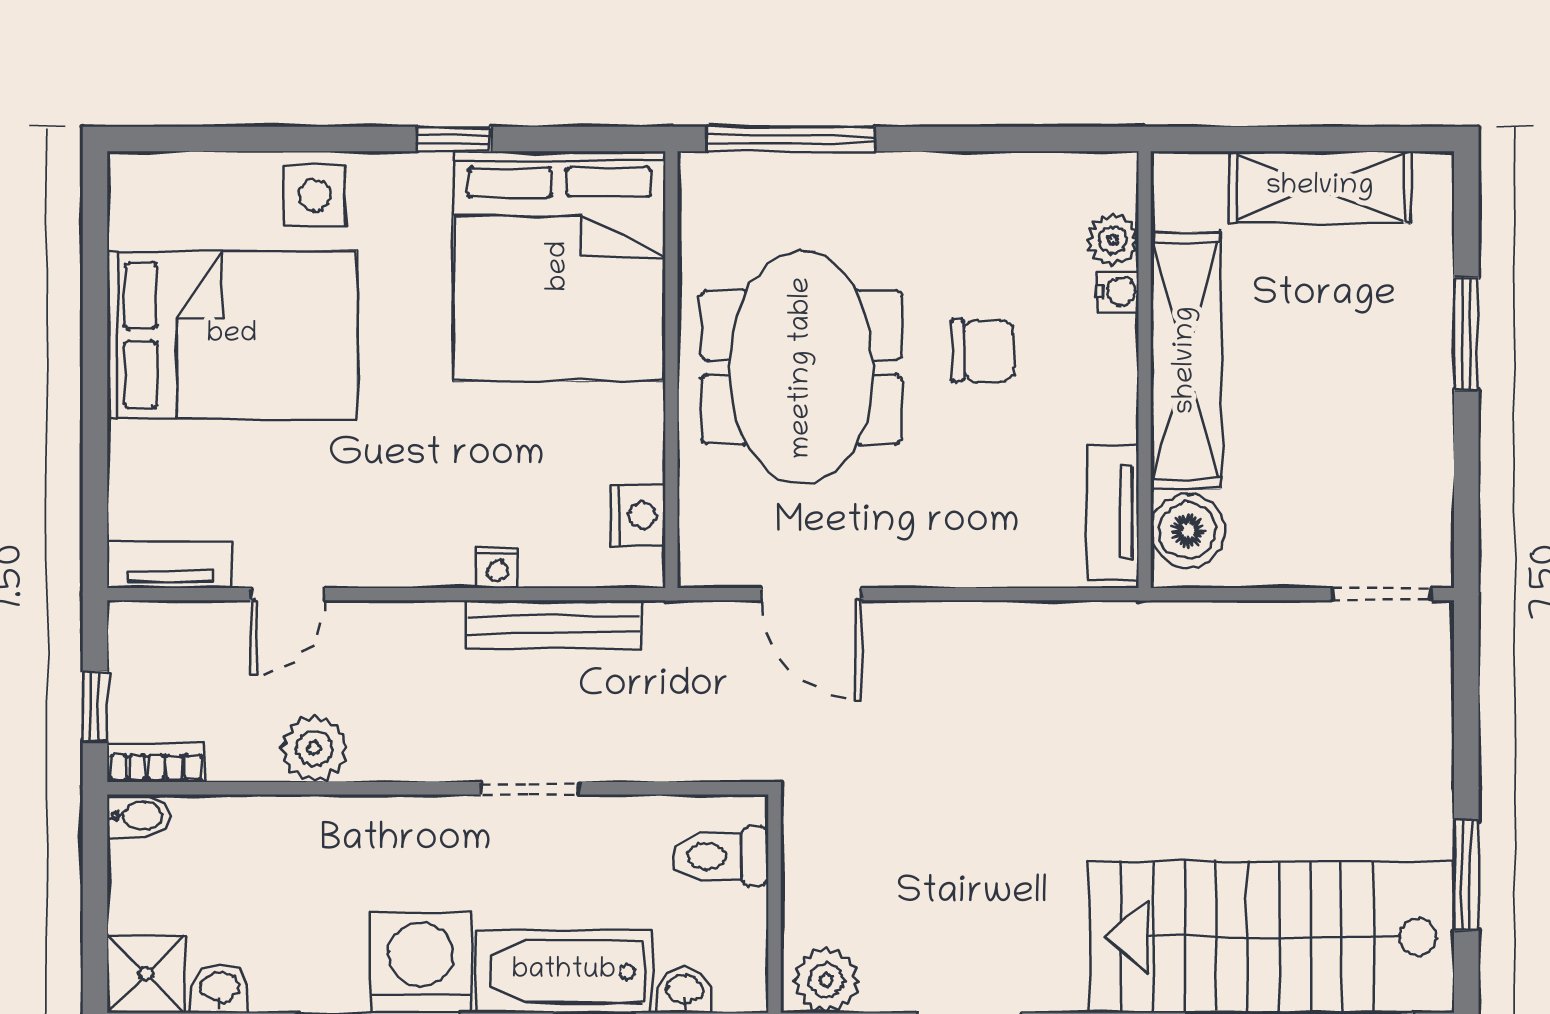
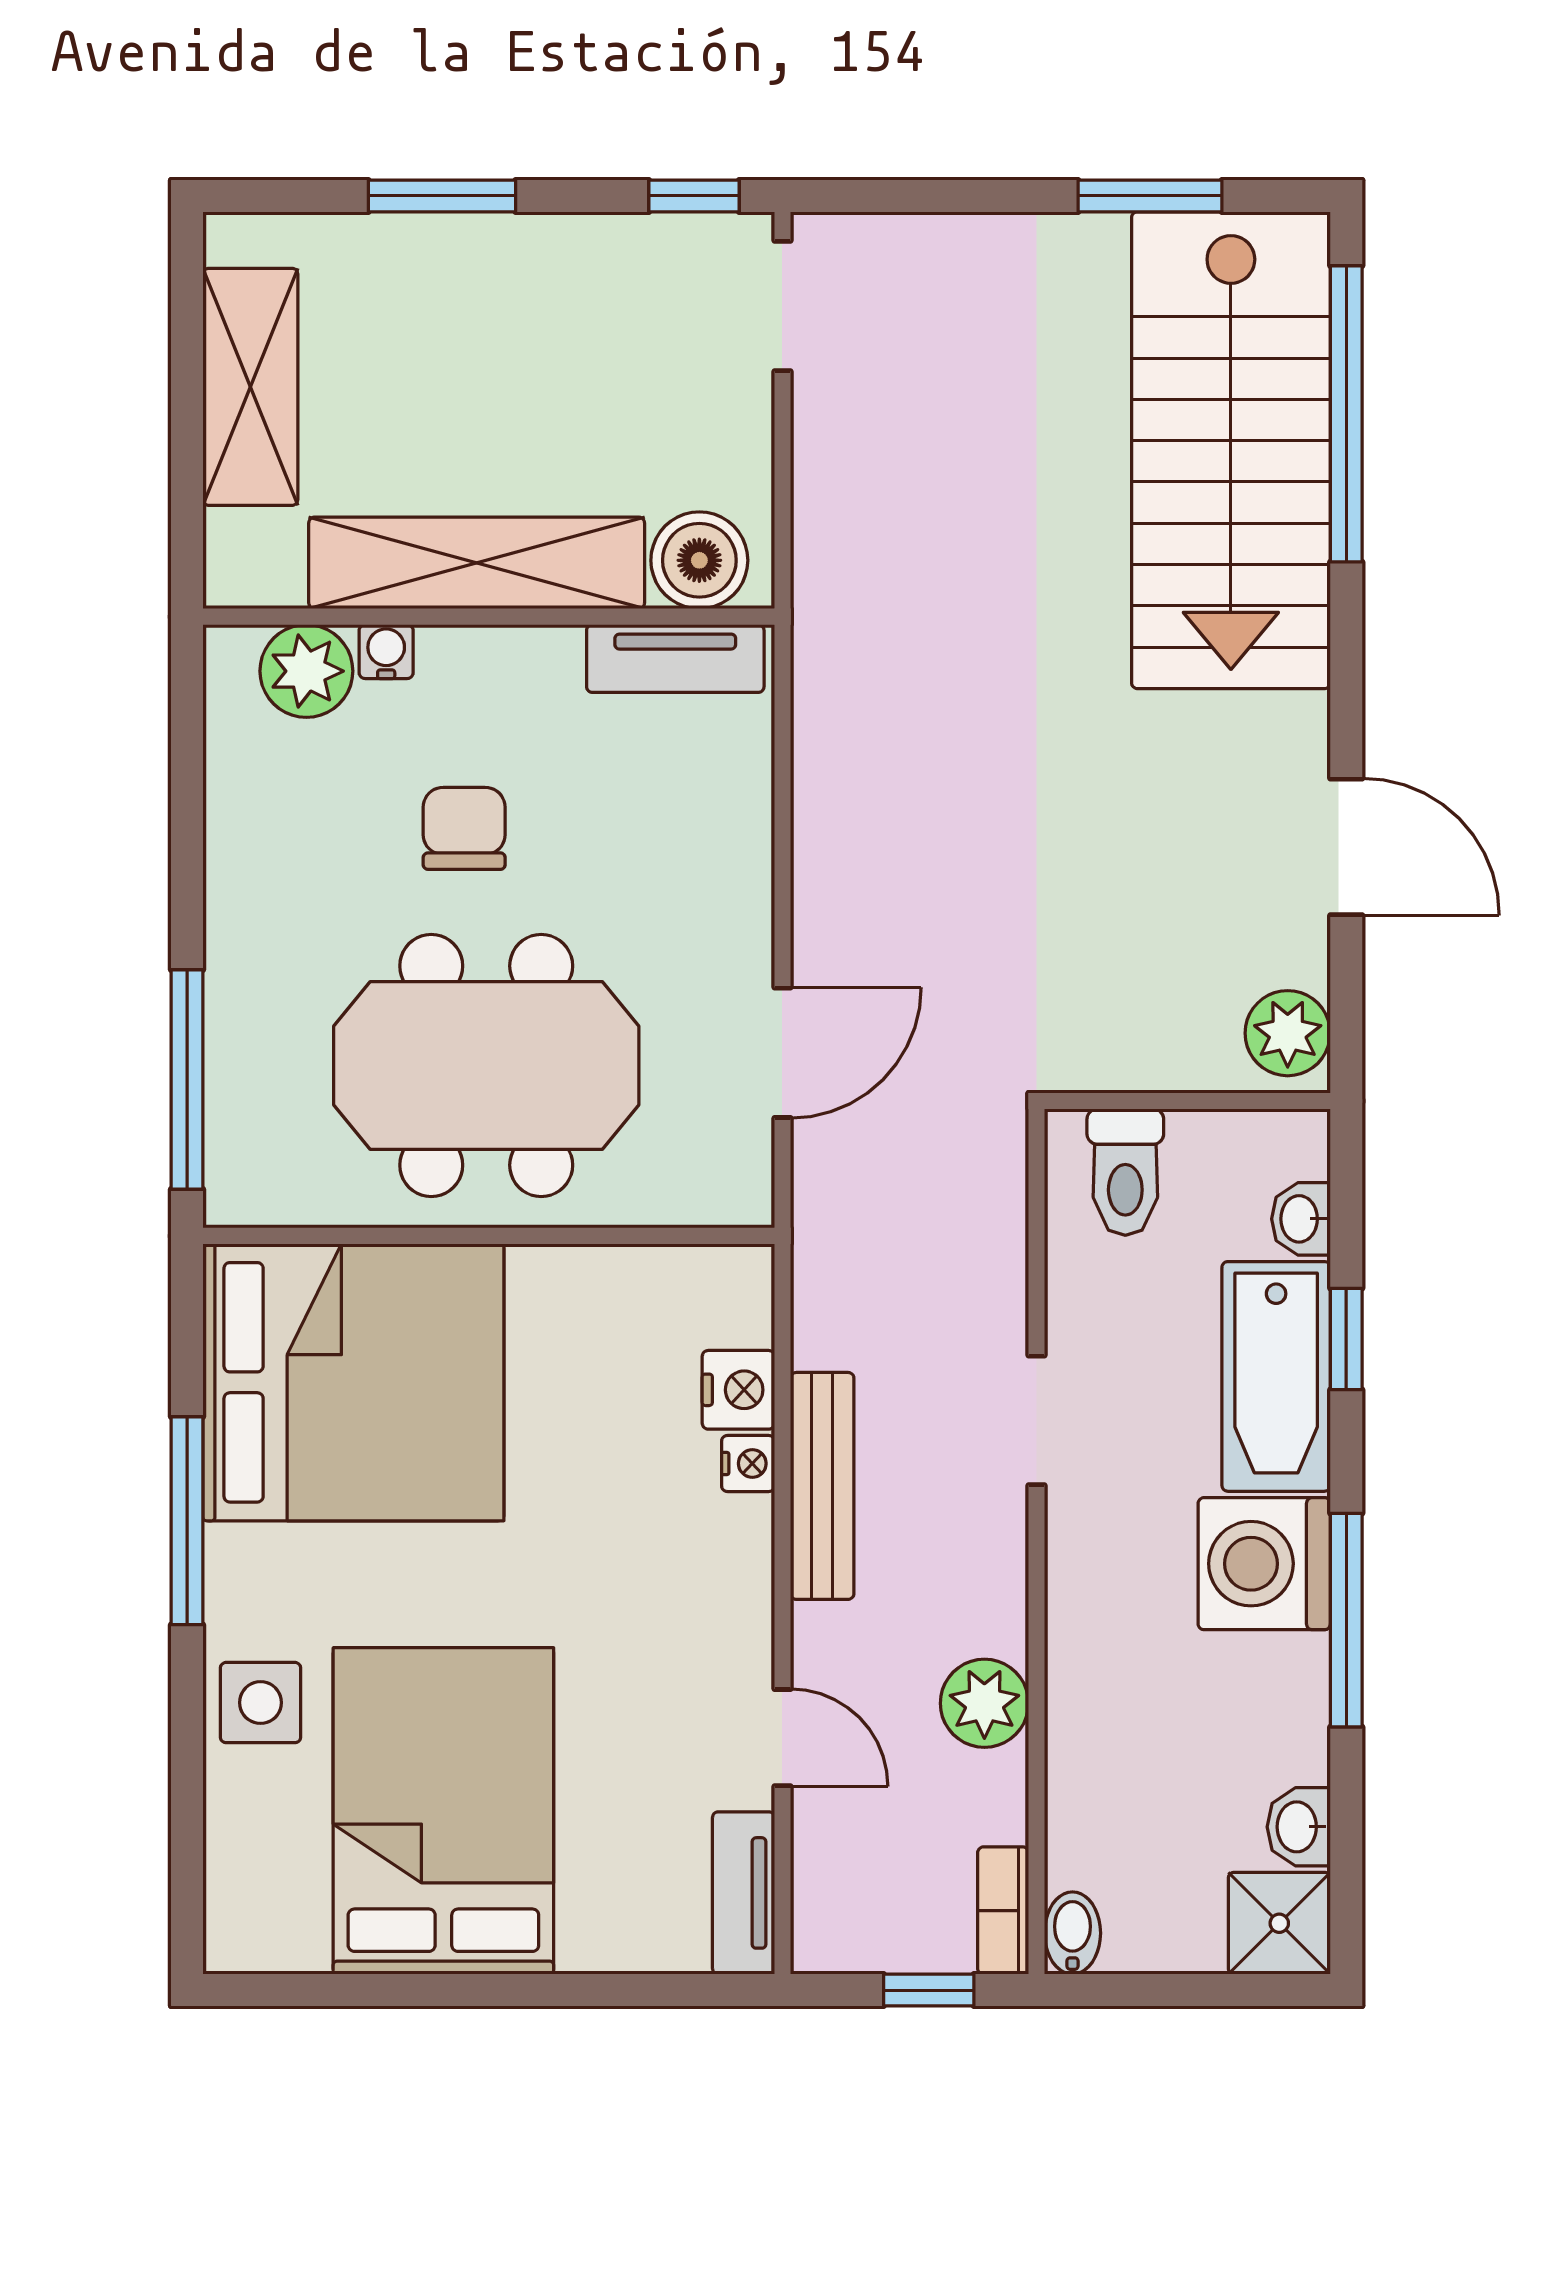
window: (454, 139) -> (187, 1521), width x2.17
plant: (1113, 240) -> (306, 671), width x1.38, depth x1.38
nightstand: (638, 516) -> (738, 1390), moved, turned 90
window: (1466, 527) -> (694, 196), added
bench: (553, 624) -> (822, 1486), moved

